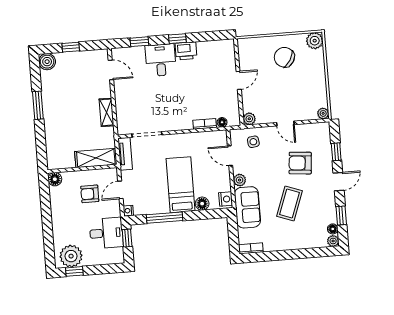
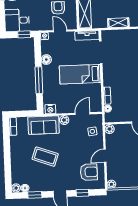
armchair: (300, 163) -> (89, 172), moved, turned 85
bed: (180, 185) -> (80, 74), moved, turned 180
floor lamp: (202, 204) -> (46, 60), moved
window: (165, 218) -> (39, 80), moved
desk: (106, 233) -> (17, 20), moved, turned 90

